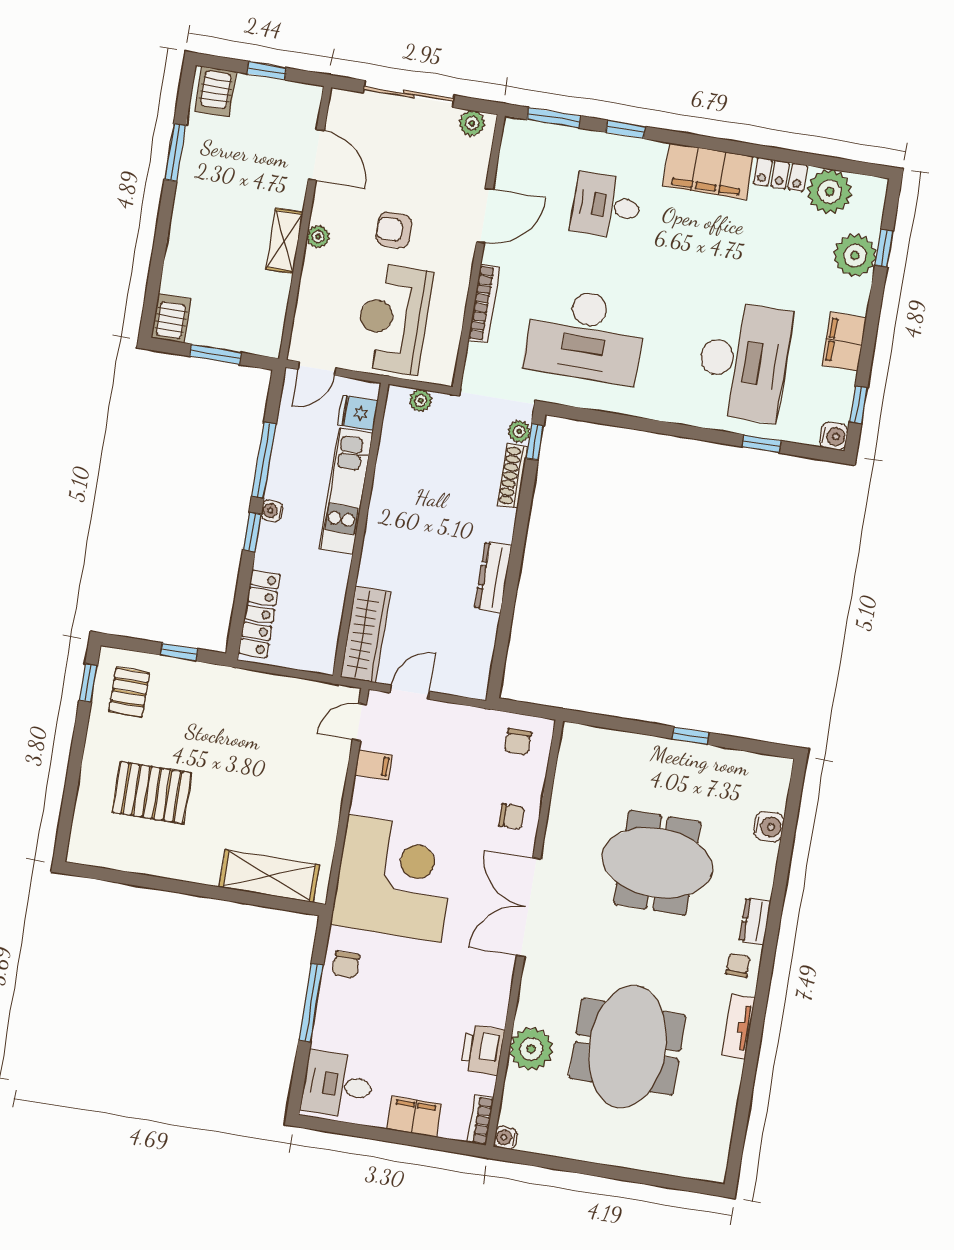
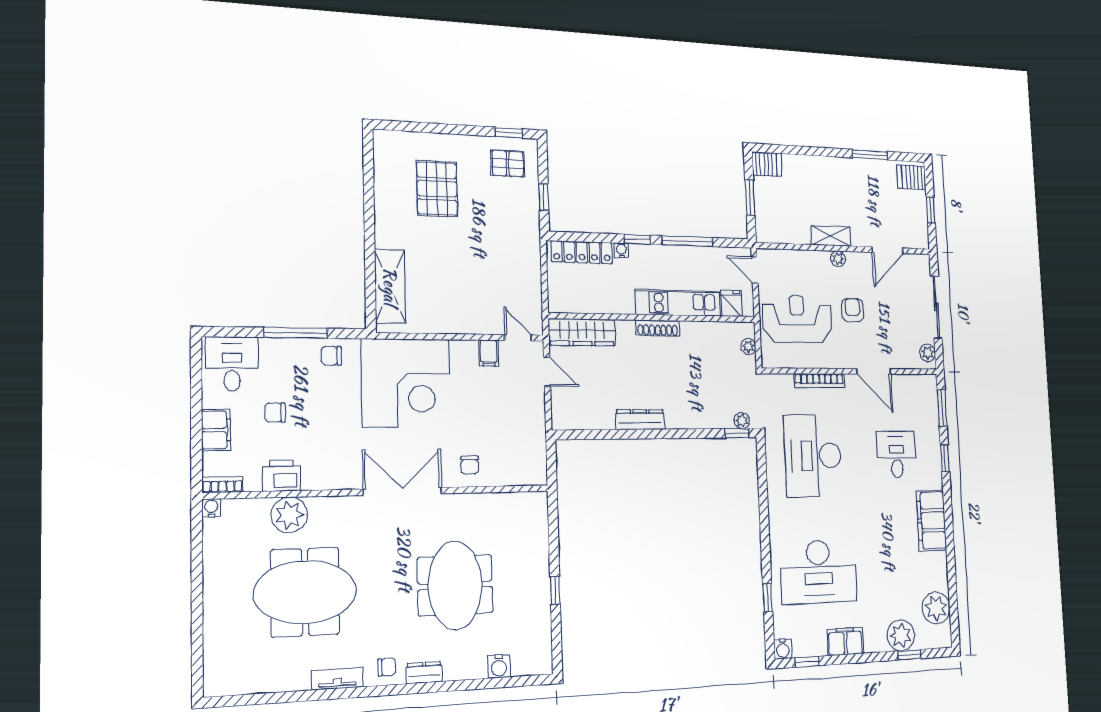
locker: (780, 174) -> (939, 571), removed
shoe rack: (512, 476) -> (658, 328), moved, turned 180
water cooler: (272, 511) -> (621, 250), moved
chair: (518, 742) -> (275, 413), moved

